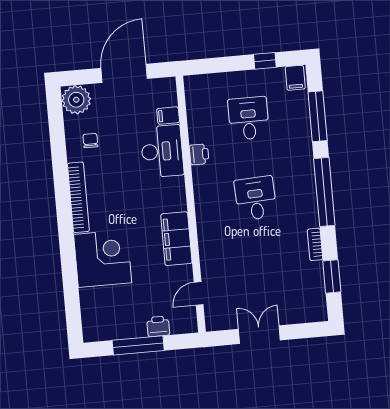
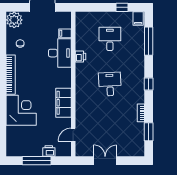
window: (324, 192) -> (149, 84), width x0.32

